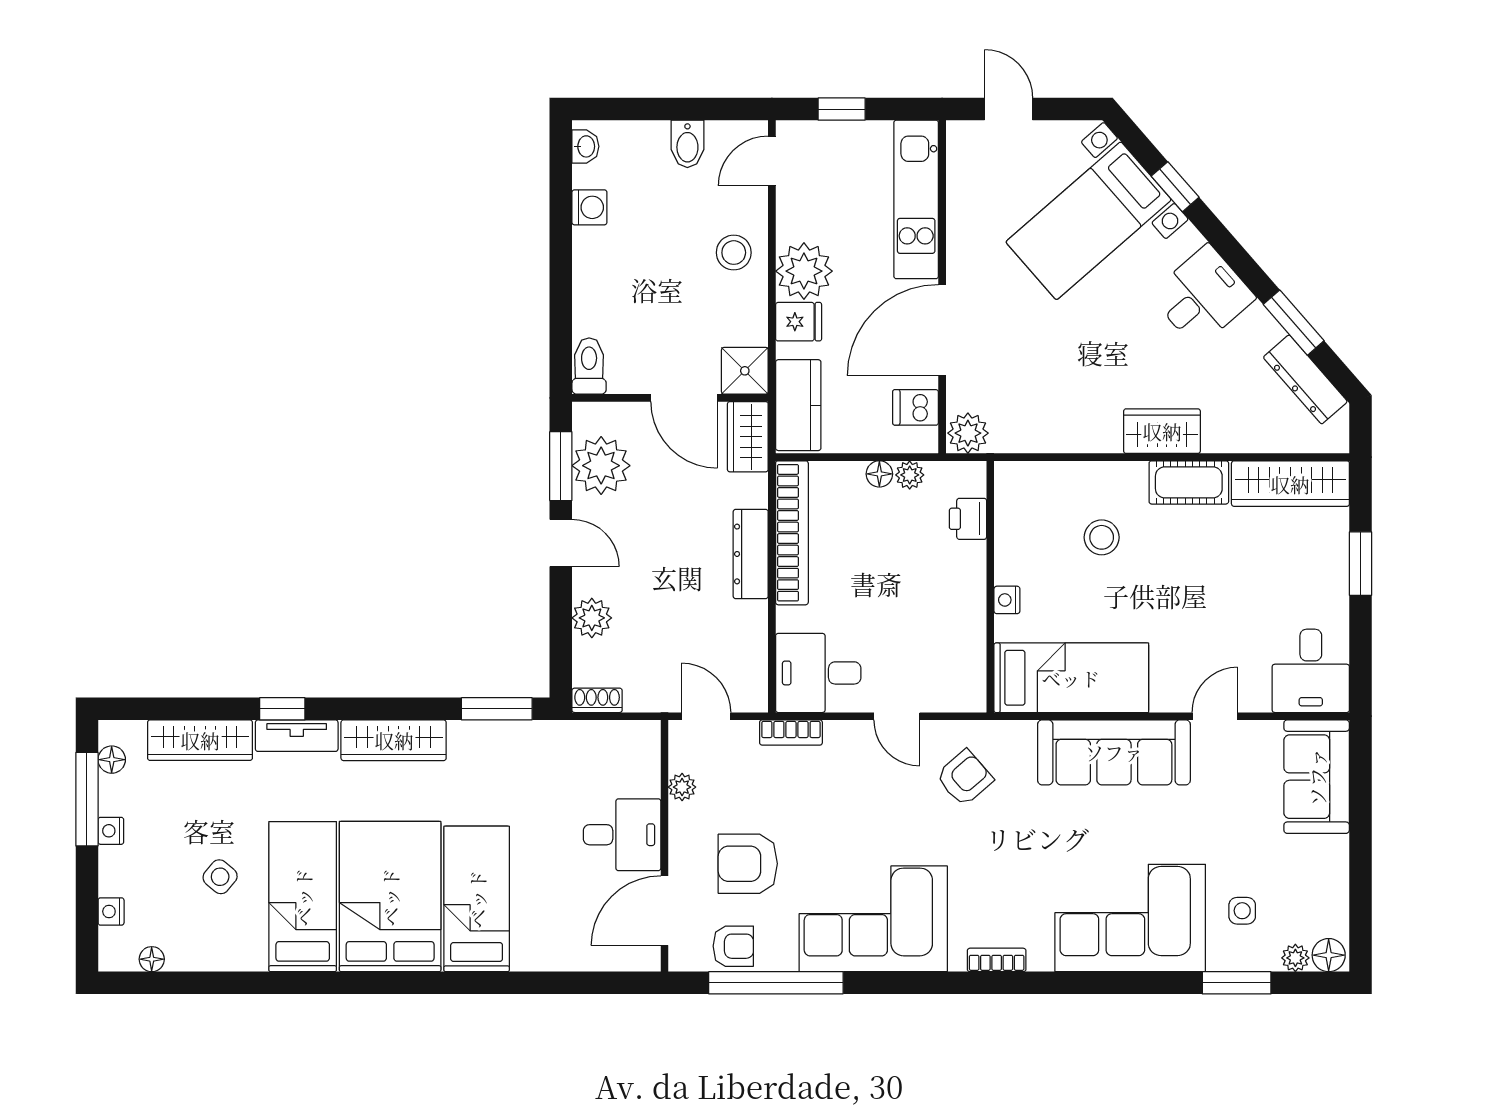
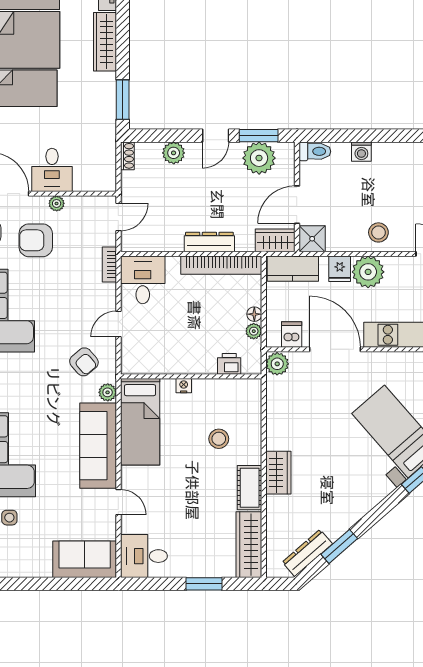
washing machine: (589, 207) -> (361, 152), moved
desk: (1202, 296) -> (354, 495), removed
plant: (1019, 736) -> (108, 392), added
plant: (682, 787) -> (57, 203), moved
armchair: (748, 864) -> (36, 240), turned -90

